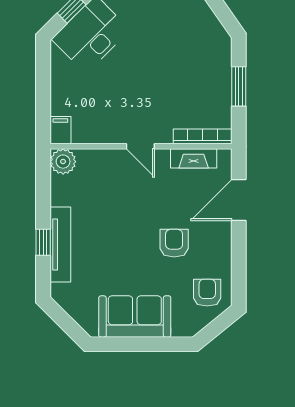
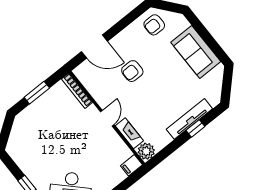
fireplace: (194, 158) -> (129, 133), moved
armchair: (174, 243) -> (132, 71), moved

